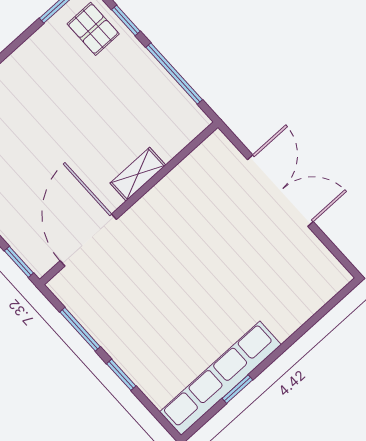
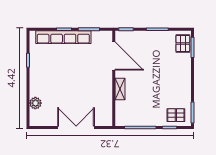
double door: (280, 191) -> (76, 127), swing flipped
plant: (303, 305) -> (35, 103), added
row of seats: (220, 378) -> (63, 37), moved, turned 90

